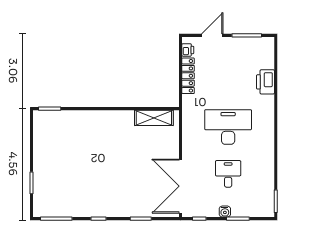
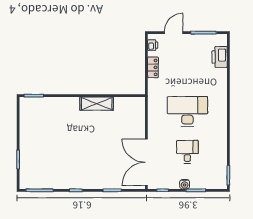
locker: (188, 76) -> (153, 67), width x0.66
printer: (265, 82) -> (220, 57), moved
shelving: (154, 118) -> (97, 104), moved

